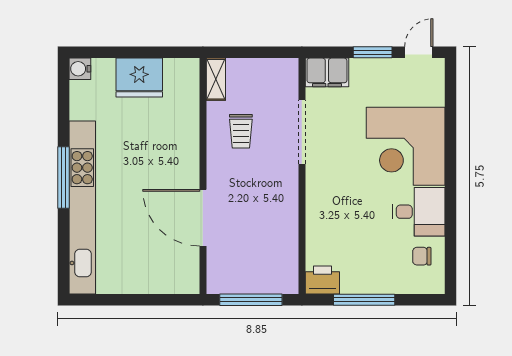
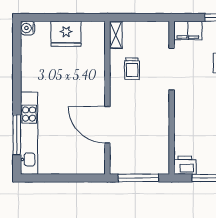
window: (63, 178) -> (17, 135), moved
kitchen unit: (82, 208) -> (29, 133), width x0.73

